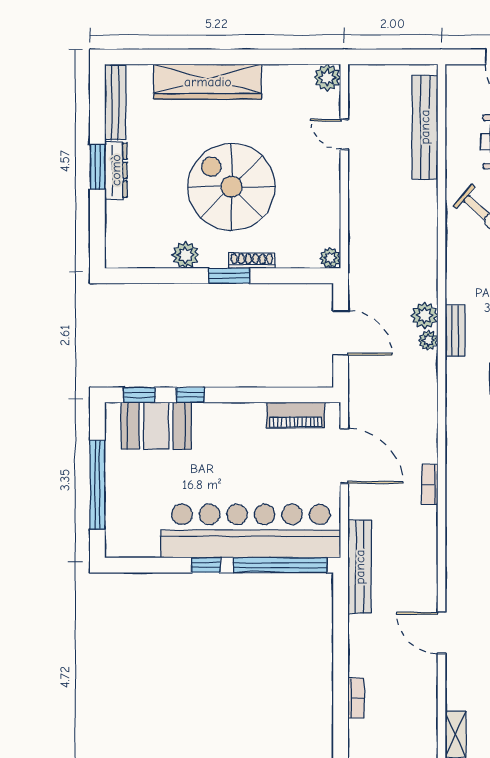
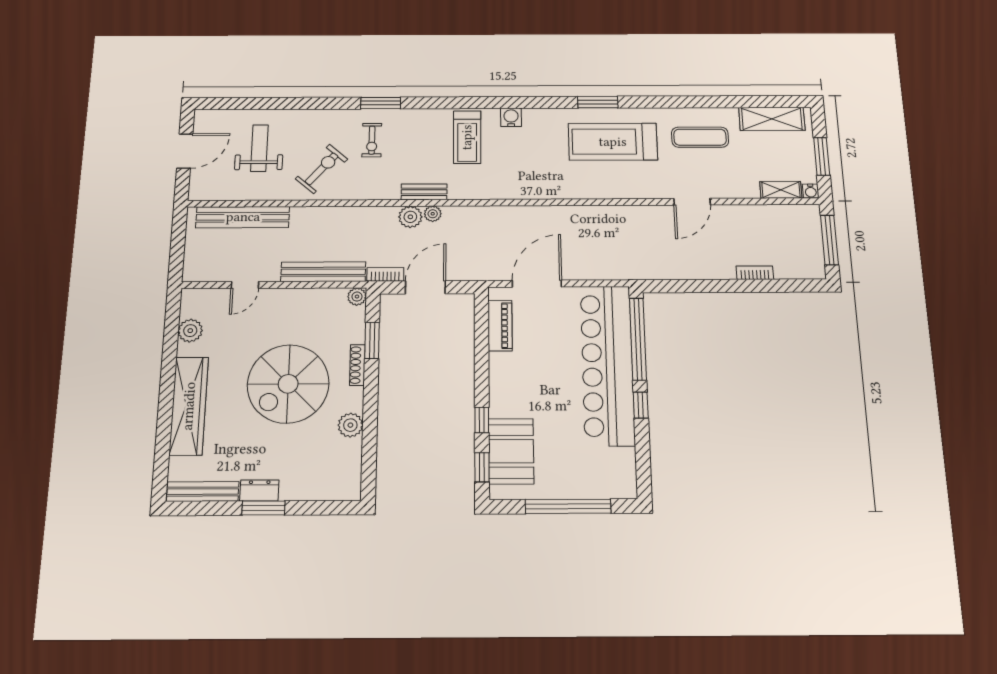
plant: (327, 78) -> (190, 331), moved
dresser: (116, 170) -> (259, 490), width x0.70
window: (229, 276) -> (372, 341), moved
bookcase: (430, 485) -> (385, 274), moved, turned 180
bench: (360, 567) -> (323, 272), moved

